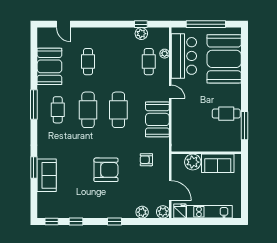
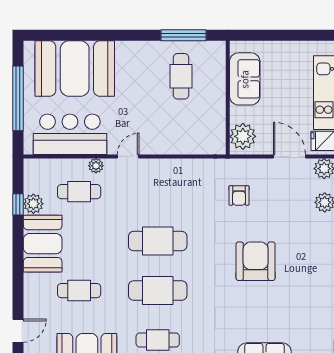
plant: (165, 54) -> (96, 166), moved
cafe table: (226, 114) -> (181, 76), moved
booth: (157, 119) -> (43, 244), moved, turned 90
plant: (193, 162) -> (243, 136), moved
door: (170, 191) -> (289, 156), hinge flipped

